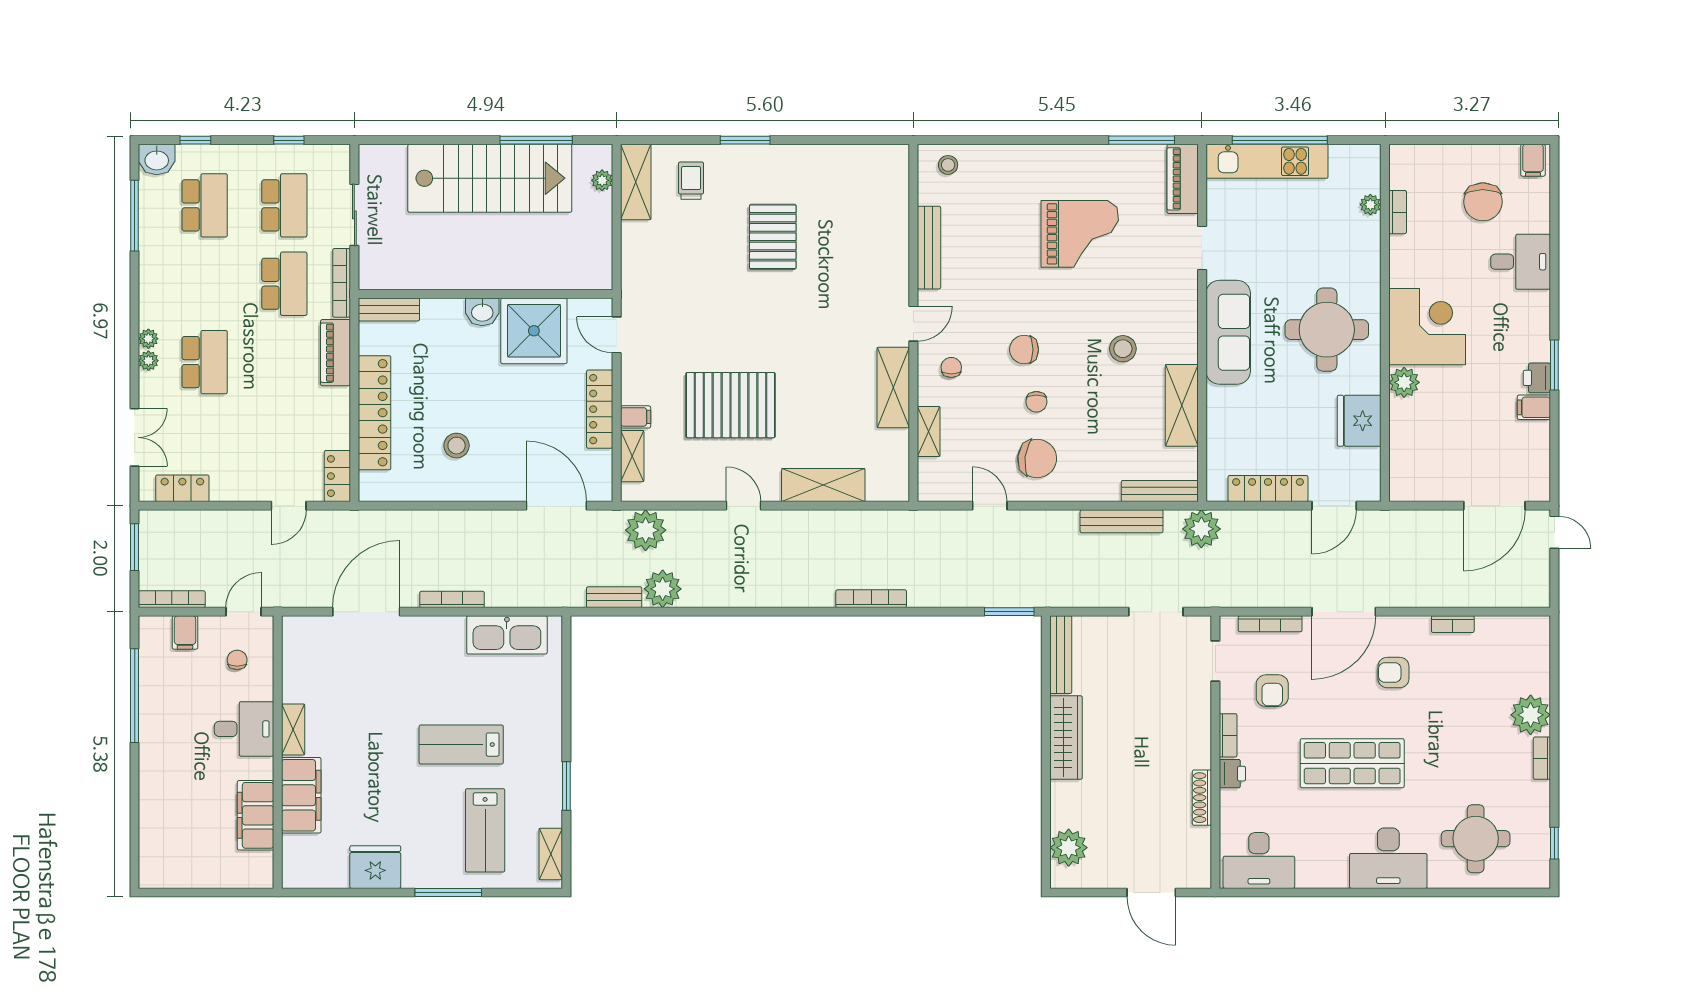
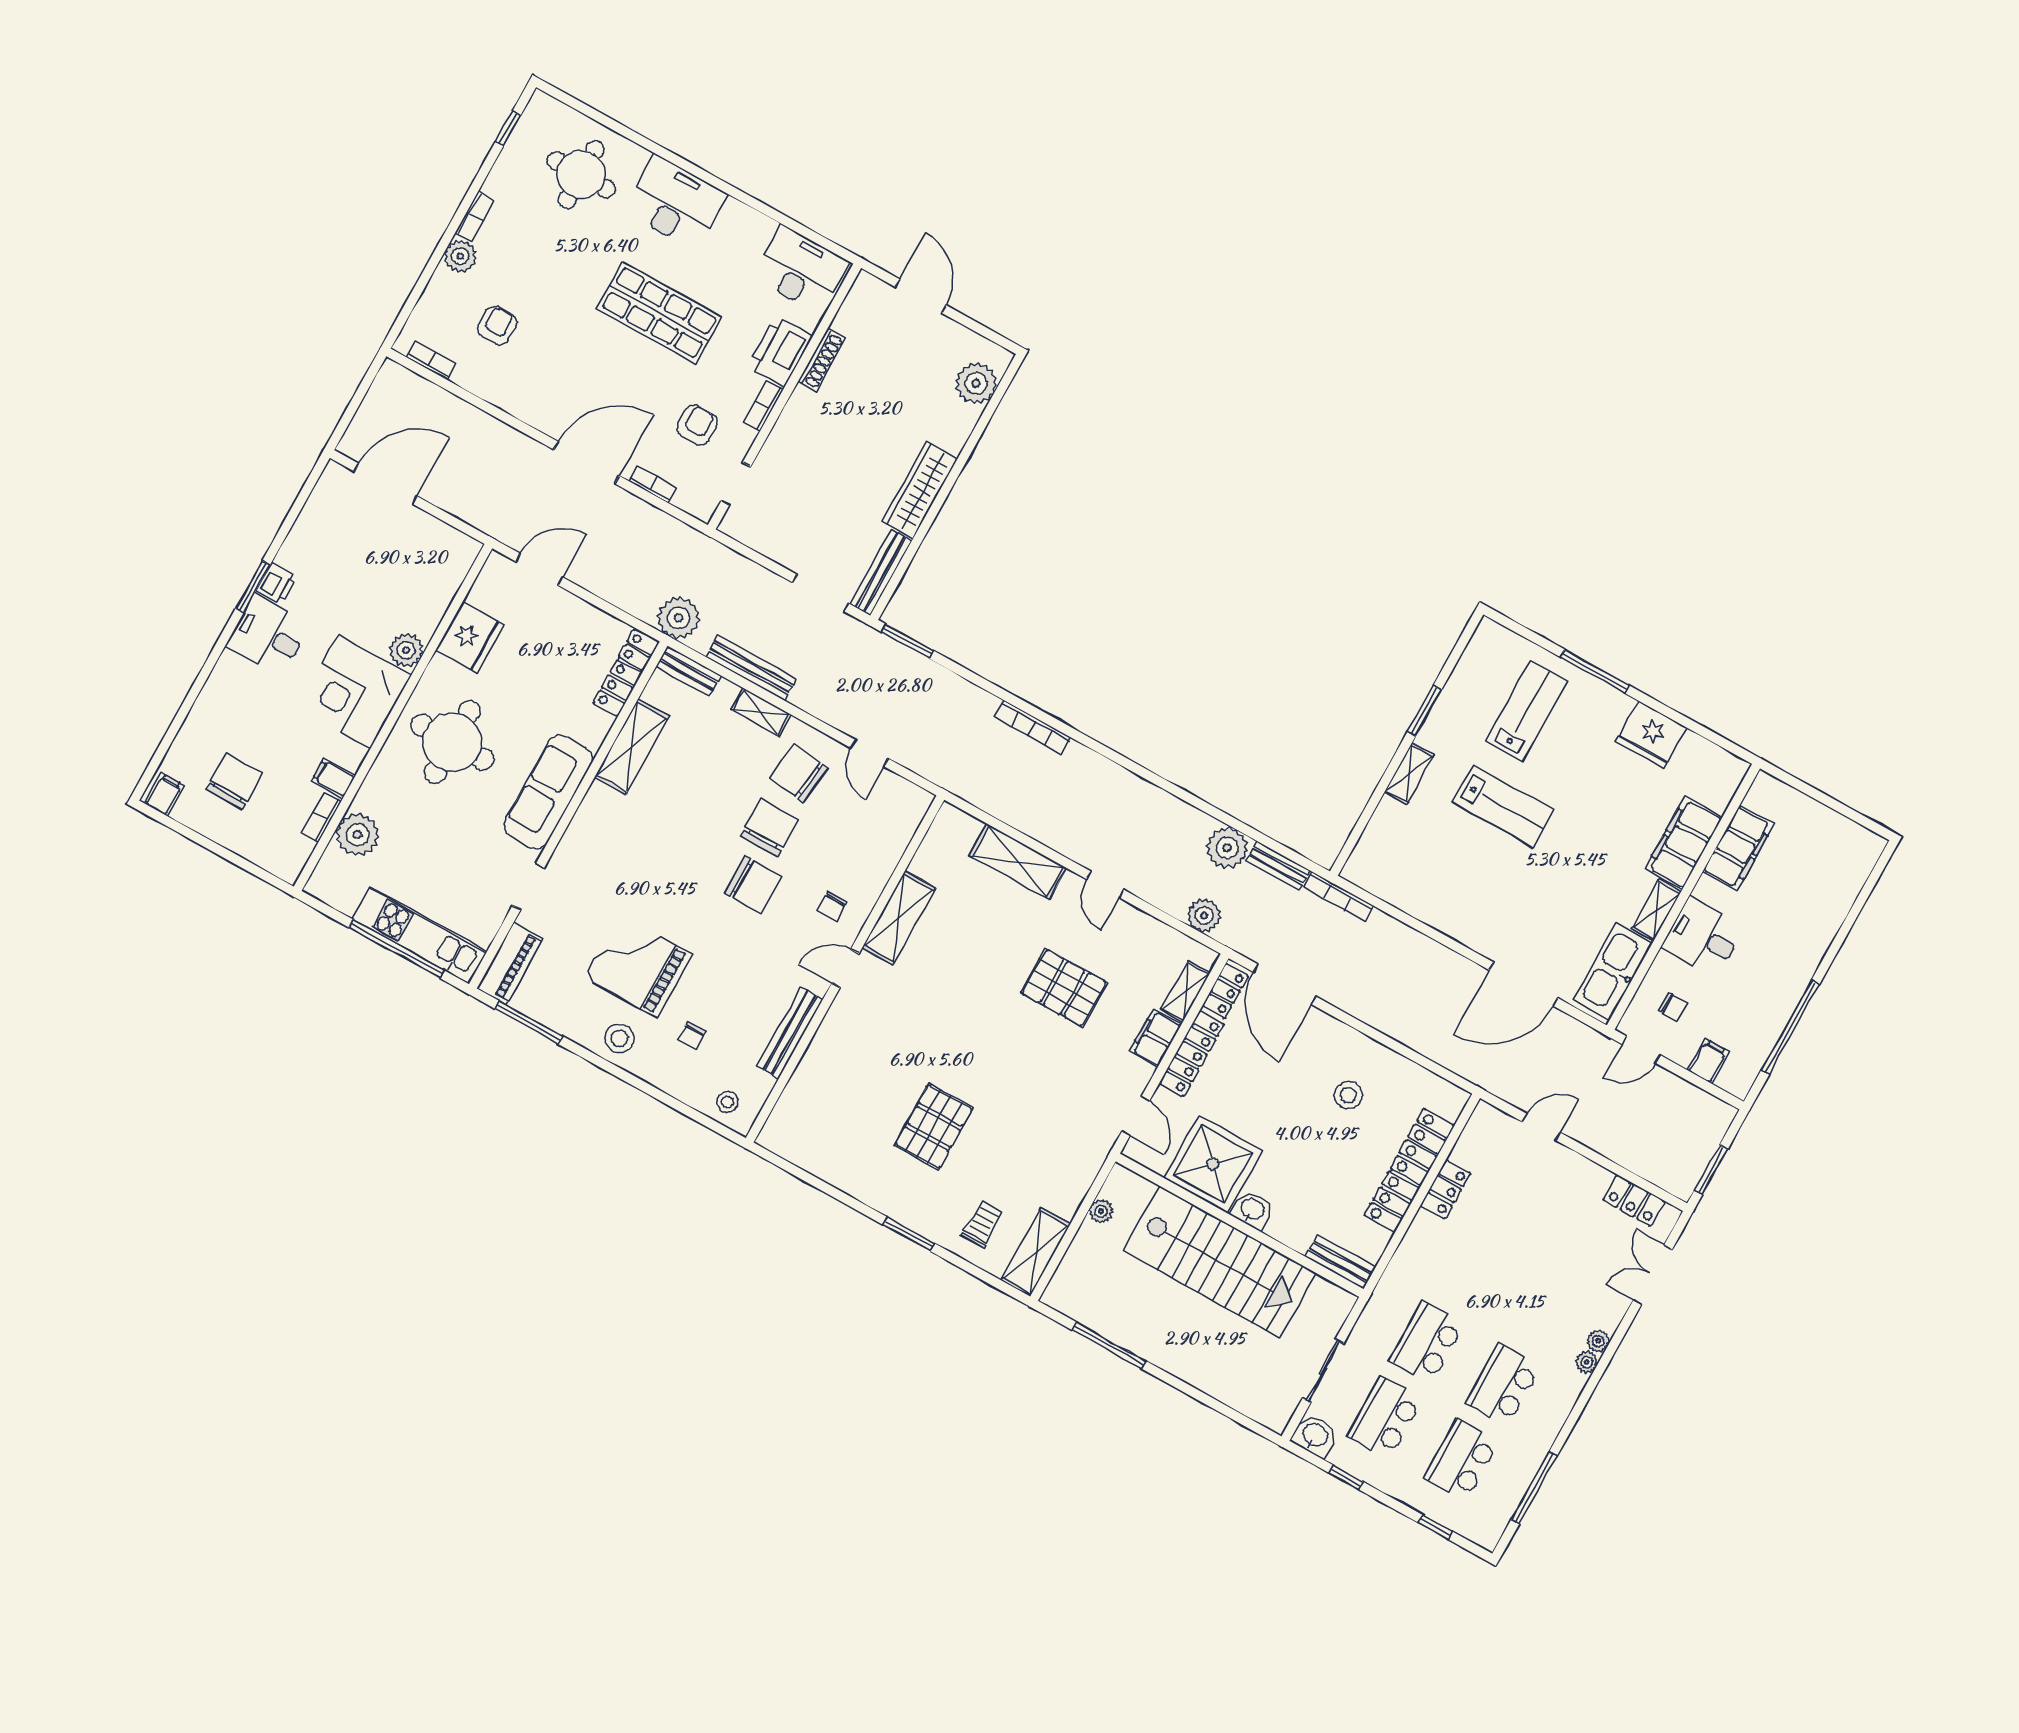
washbasin: (157, 160) -> (1315, 1436), moved
stairs: (490, 178) -> (1220, 1262), moved, turned 180
plant: (602, 180) -> (1101, 1211), moved
trolley: (691, 181) -> (982, 1224), turned 180
chair: (1006, 202) -> (692, 1036), added
plant: (1370, 205) -> (357, 835), width x1.88, depth x1.88
desk: (1521, 262) -> (268, 635), moved
bookcase: (342, 283) -> (1372, 1312), removed
stool: (1123, 349) -> (619, 1038), moved
chair: (1024, 350) -> (753, 884), width x1.37, depth x1.37
piano: (336, 353) -> (1415, 1249), removed
school desk: (205, 362) -> (1503, 1385), moved
chair: (1036, 402) -> (769, 828), width x1.87, depth x1.87
pallet: (731, 405) -> (1064, 988), width x0.73, depth x0.71
filing cabinet: (1534, 407) -> (334, 778), moved, turned 180
filing cabinet: (636, 417) -> (1155, 1038), width x2.00
shelving: (929, 432) -> (761, 712), moved, turned 90
locker: (601, 474) -> (1225, 991), added
locker: (337, 476) -> (1445, 1189), moved
locker: (1268, 489) -> (626, 673), moved, turned 90
bench: (1160, 491) -> (689, 671), width x0.73
plant: (646, 530) -> (1204, 915), width x0.73, depth x0.73
door: (1554, 532) -> (342, 426), removed
bookcase: (172, 599) -> (1703, 1100), removed
bookcase: (452, 599) -> (1339, 897), moved
doorway: (1156, 612) -> (821, 593), moved
bookcase: (1270, 624) -> (653, 484), width x0.64
bookcase: (1453, 624) -> (431, 360), moved
kitchen sink: (507, 635) -> (1613, 971), moved, turned -90
chair: (237, 660) -> (1673, 1007), turned -90
armchair: (1393, 673) -> (497, 326), moved, turned -90
plant: (1531, 715) -> (460, 256), width x0.73, depth x0.73
printer: (1232, 774) -> (780, 351), width x1.87, depth x1.48
shelving: (551, 854) -> (1409, 773), moved

